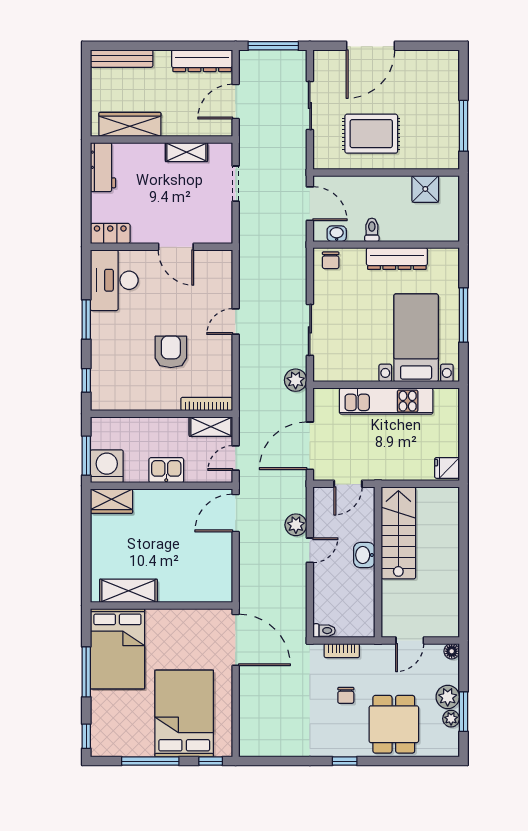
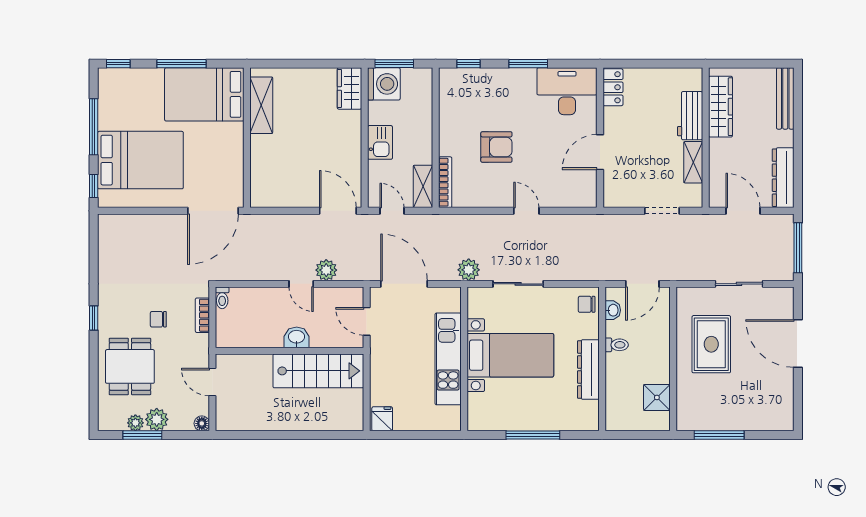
workbench: (103, 167) -> (690, 116), moved, turned 90
bed with nightstands: (416, 338) -> (510, 355), moved
dining table: (394, 724) -> (130, 366), turned 90

